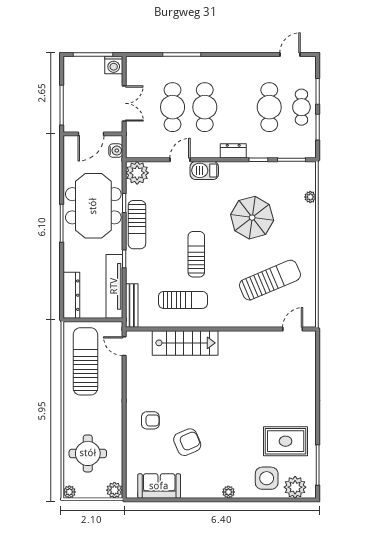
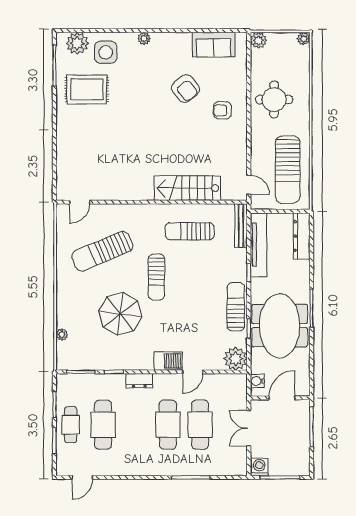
sun lounger: (196, 254) -> (156, 277), moved
armchair: (187, 442) -> (185, 89), turned -106
round table: (88, 453) -> (274, 99), moved

